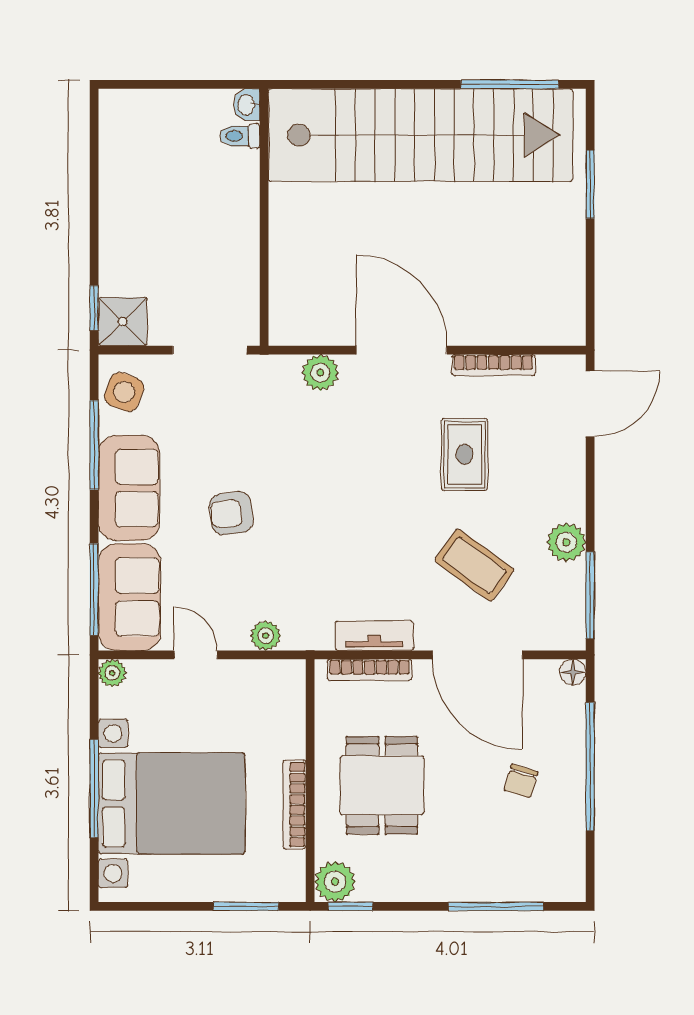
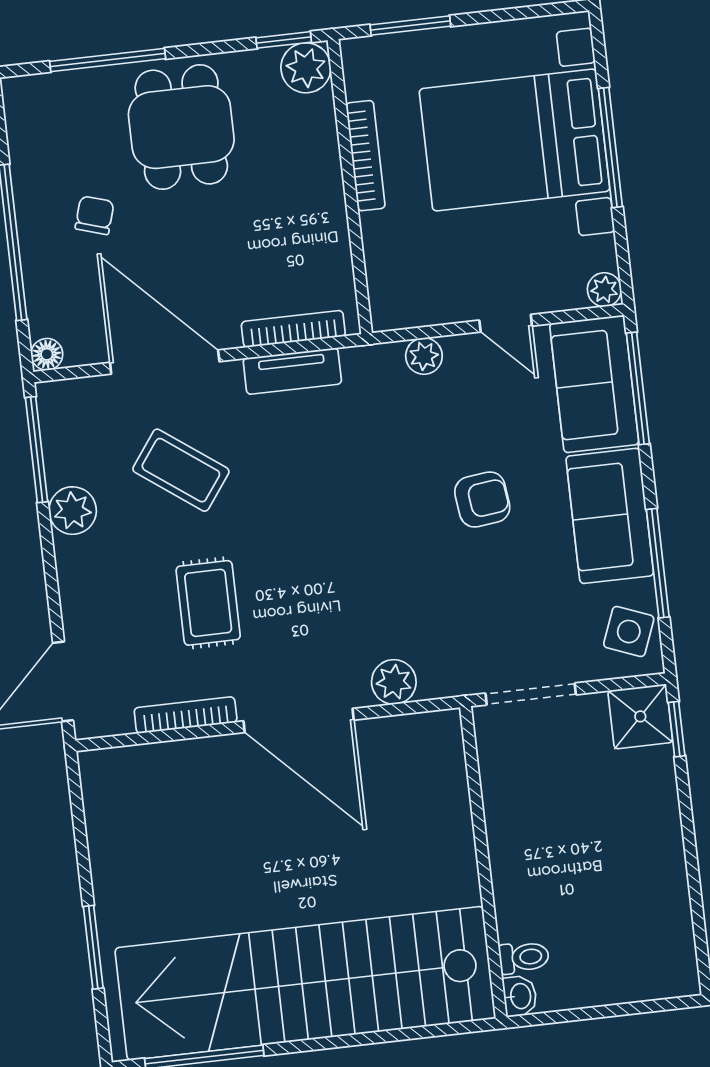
dining table: (382, 785) -> (181, 127), moved

